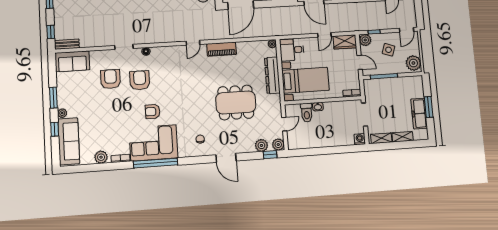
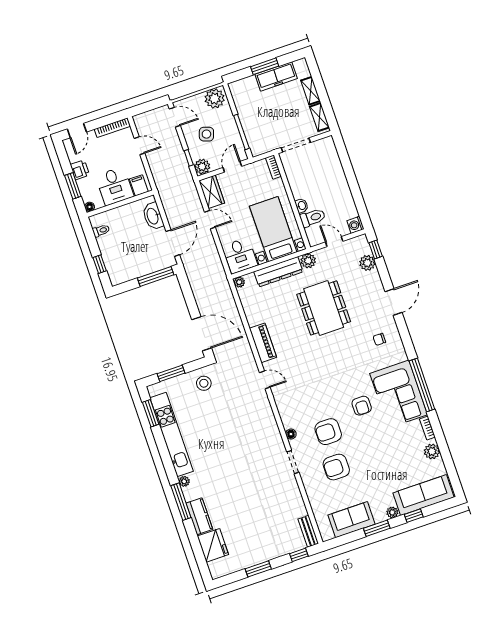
sofa: (72, 61) -> (352, 520), moved, turned -90
washing machine: (360, 139) -> (355, 225), moved
plant: (278, 145) -> (308, 261), moved

